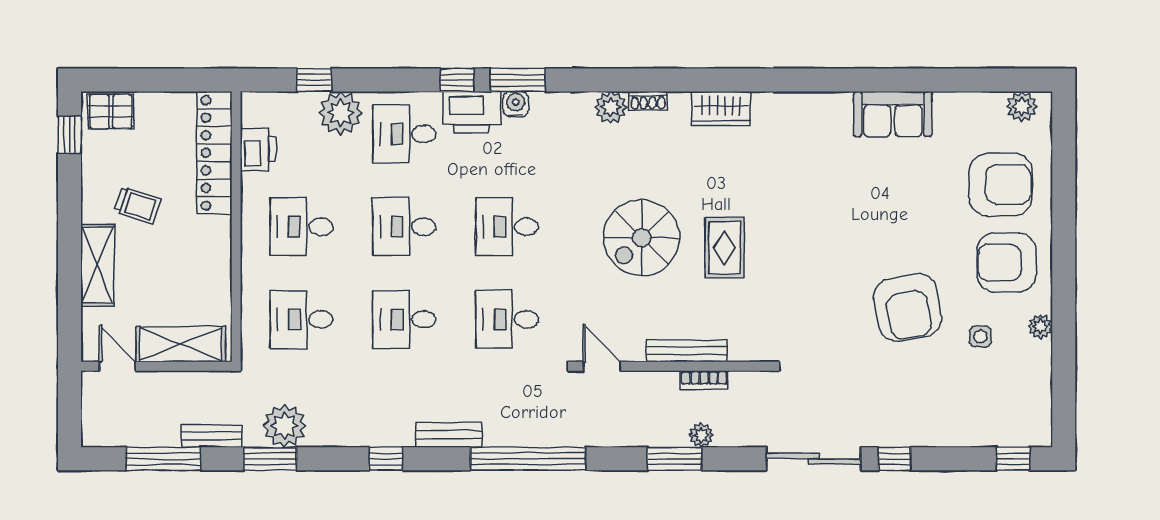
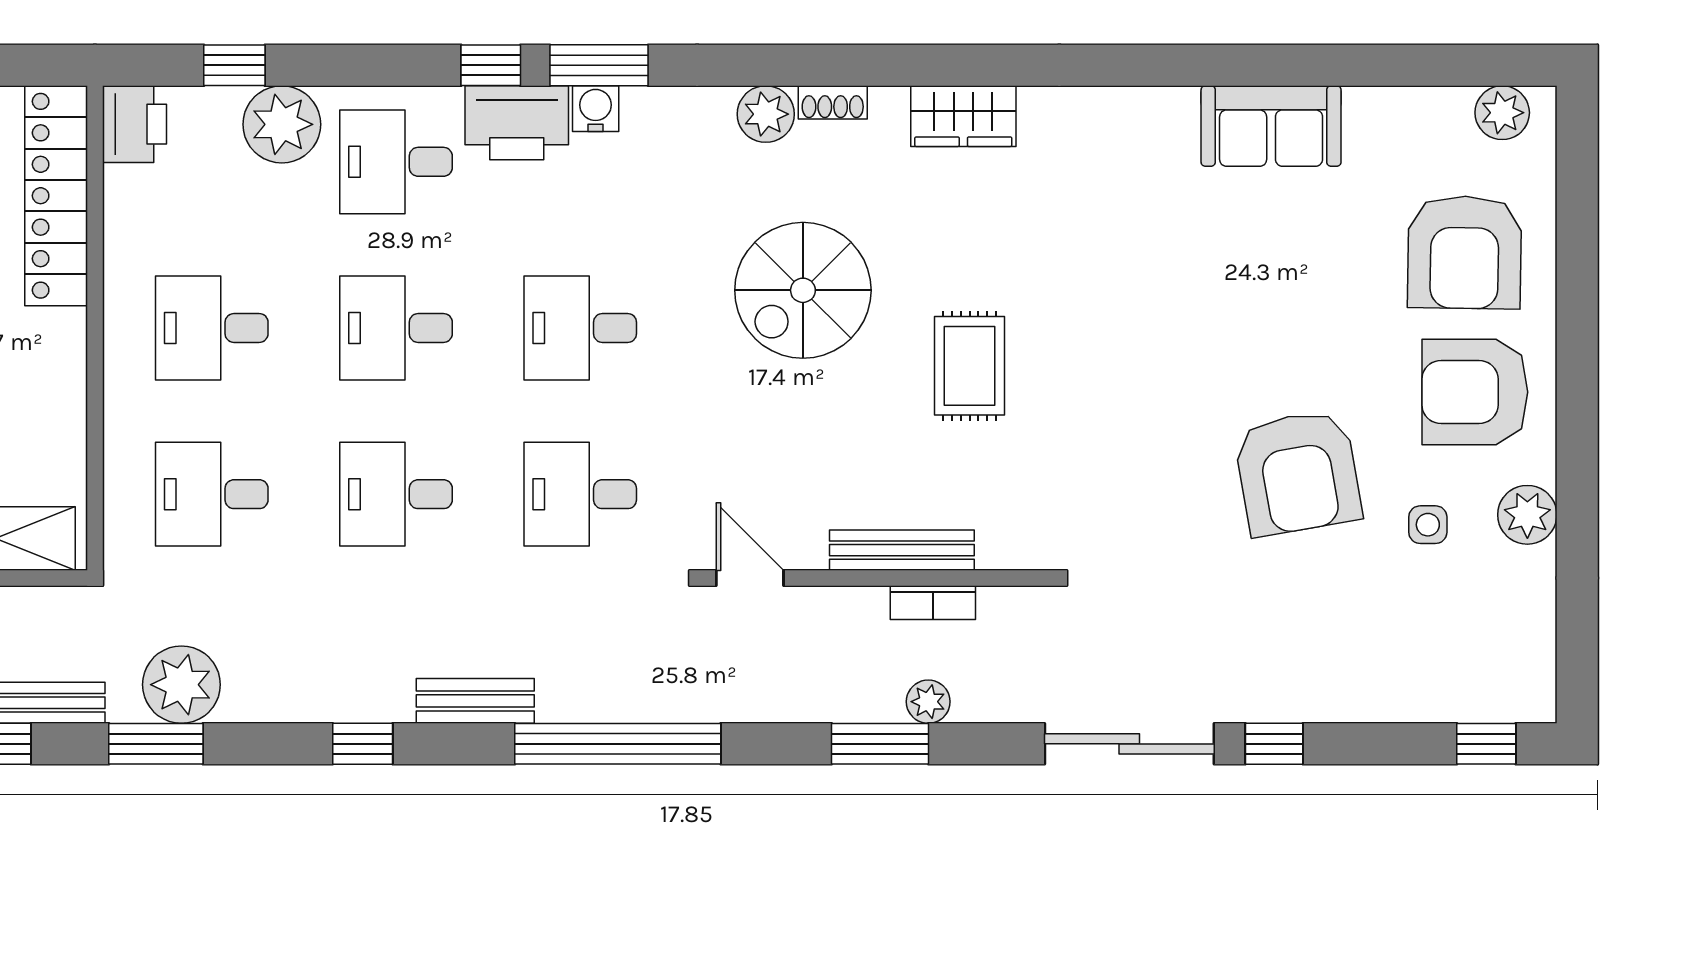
printer: (258, 149) -> (134, 124), moved
armchair: (1001, 184) -> (1465, 252), turned 91
spiral stairs: (642, 238) -> (803, 290), moved
plant: (1040, 326) -> (1527, 515), width x1.38, depth x1.38

